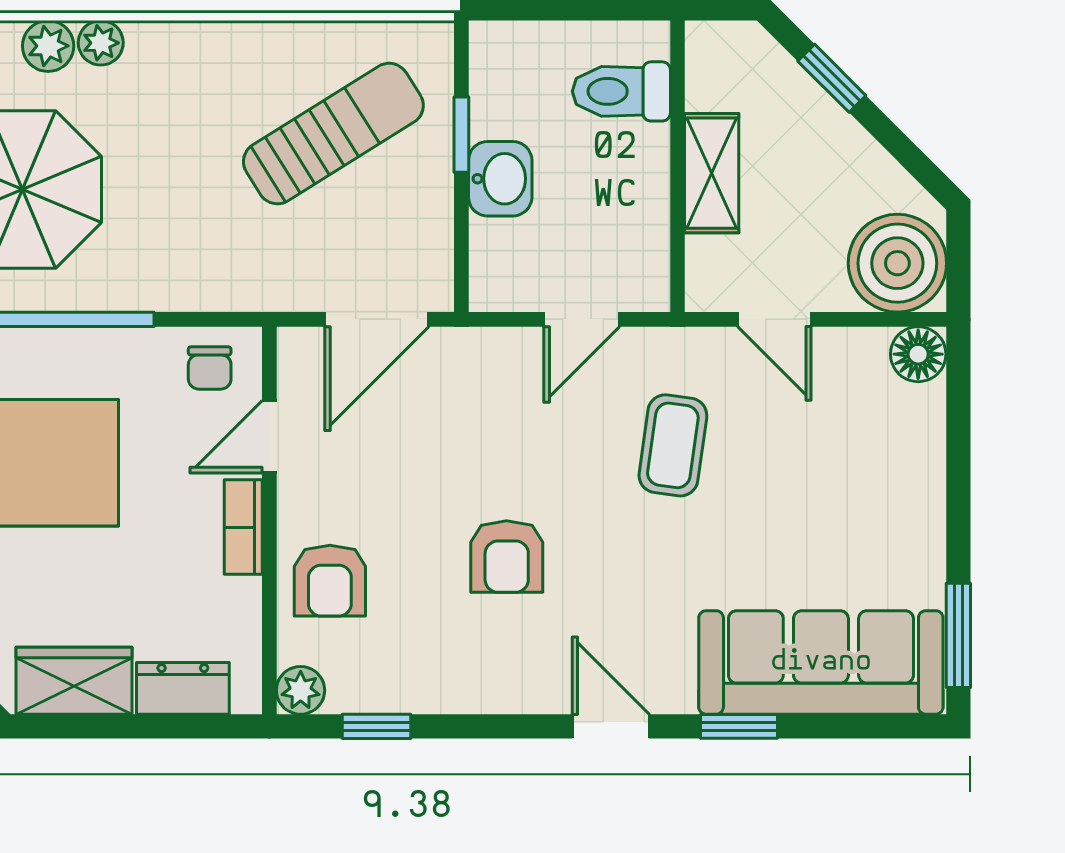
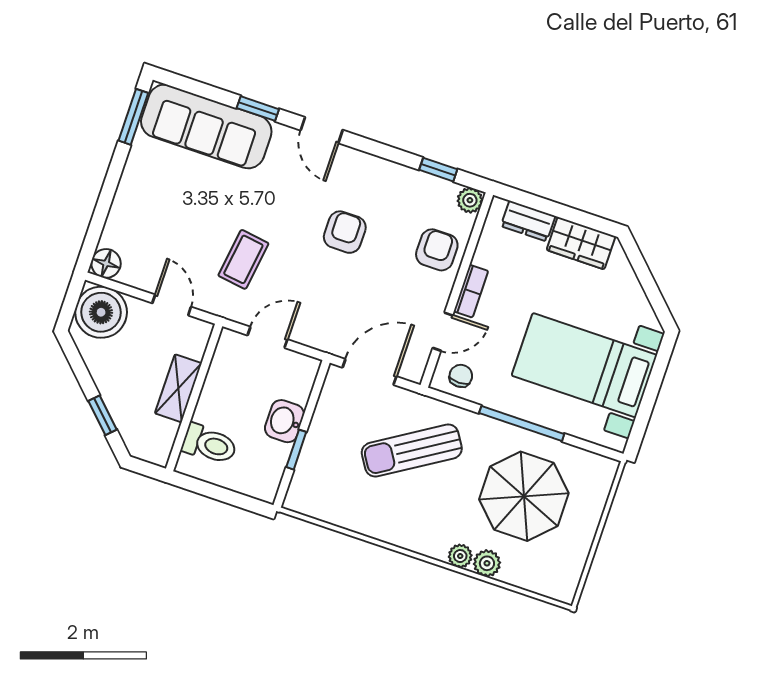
sun lounger: (333, 134) -> (412, 451), moved

